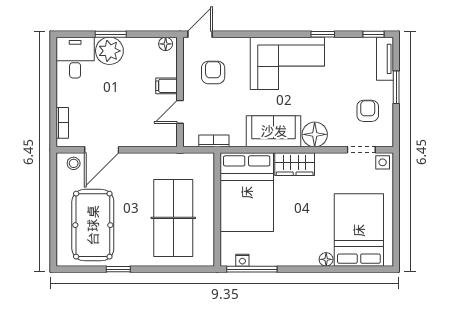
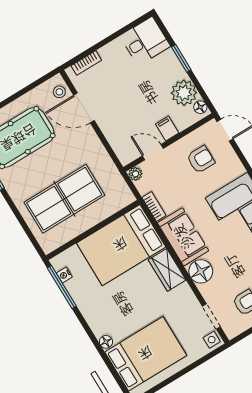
plant: (109, 51) -> (184, 93), moved
plant: (190, 140) -> (135, 174), added
bookcase: (214, 141) -> (154, 206), moved

